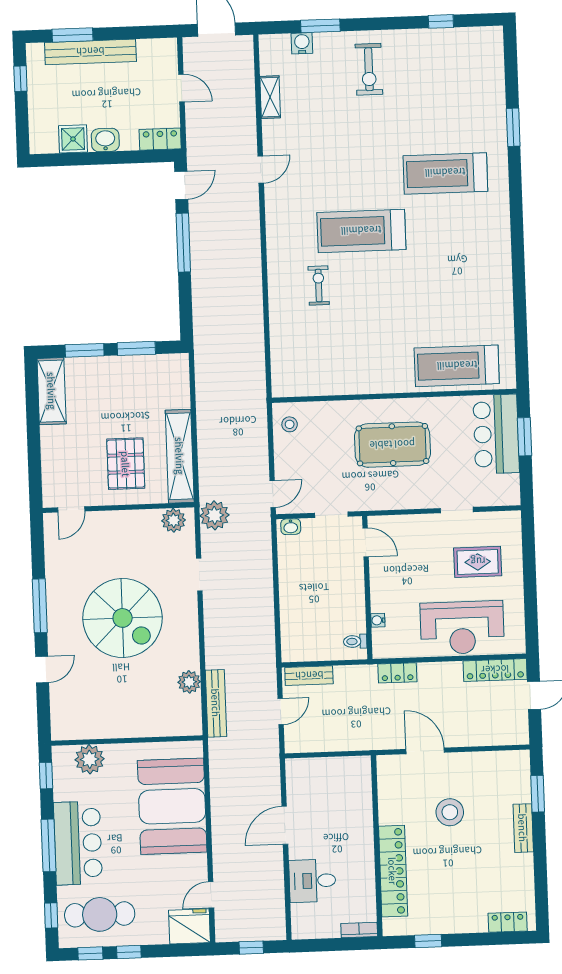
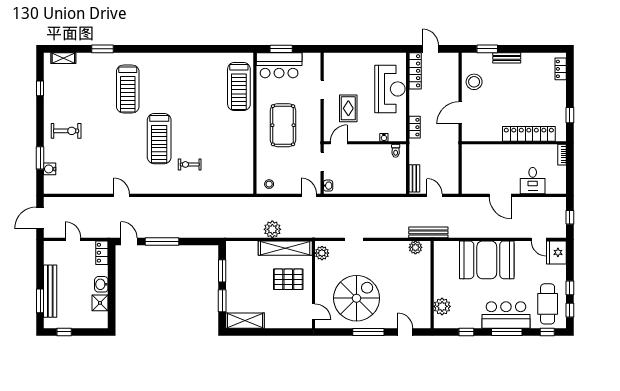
door: (181, 88) -> (73, 239), hinge flipped
shelving: (270, 97) -> (63, 58), moved
plant: (214, 515) -> (272, 229), moved
rug: (478, 562) -> (348, 108), moved
spiral stairs: (123, 618) -> (357, 298), moved
wall: (127, 741) -> (432, 285), moved
plant: (90, 759) -> (442, 306), moved
stool: (450, 812) -> (474, 82), moved

